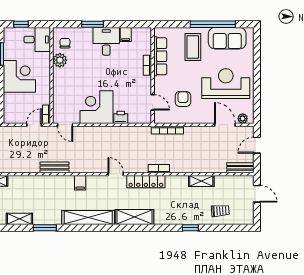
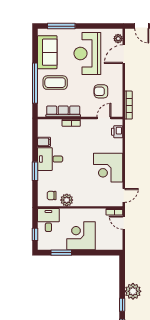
window: (213, 24) -> (35, 83), moved
window: (257, 54) -> (61, 26), added
printer: (121, 117) -> (117, 132), moved

